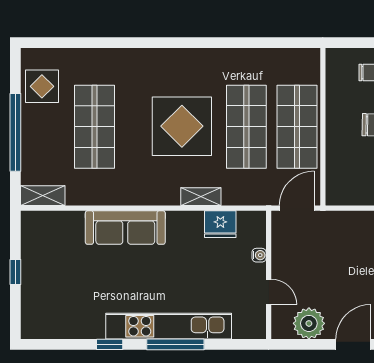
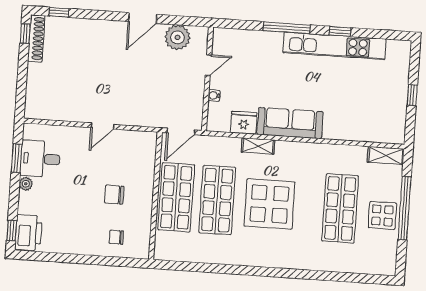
display table: (42, 86) -> (382, 215), moved
sofa: (125, 228) -> (290, 123), moved
door: (269, 292) -> (208, 65), swing flipped
kitchen unit: (169, 326) -> (335, 46), moved

